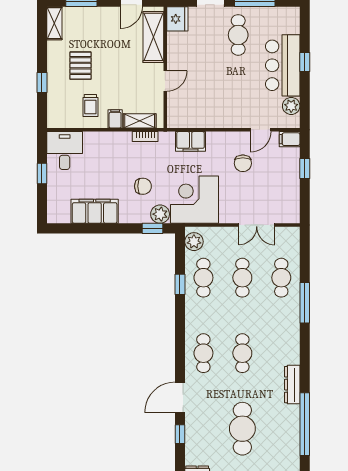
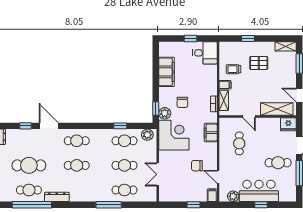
cafe table: (208, 96) -> (239, 143), added
cafe table: (281, 429) -> (29, 190), added

